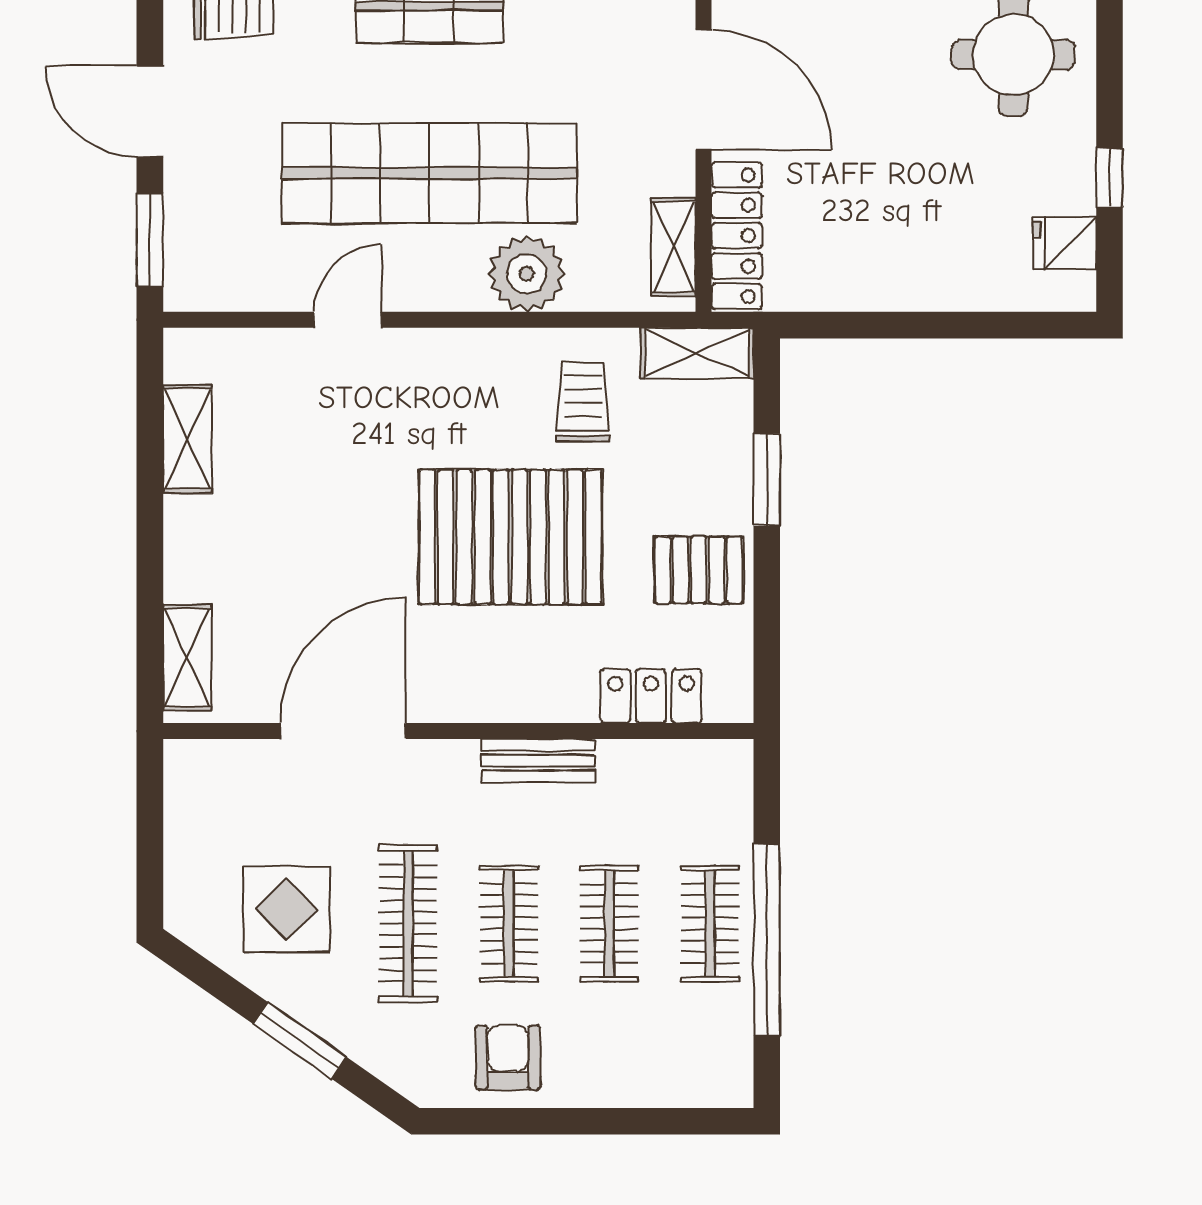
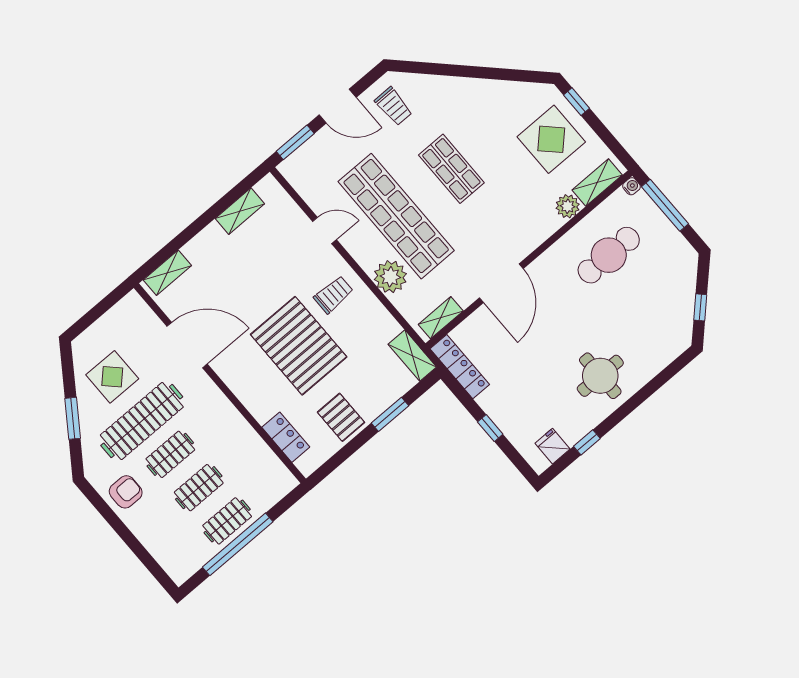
door: (150, 111) -> (338, 106), swing flipped
locker: (737, 236) -> (460, 367), moved, turned -90
window: (940, 325) -> (490, 428), added
trolley: (583, 402) -> (333, 295), moved
bench: (538, 761) -> (232, 418), removed
clothes rail: (408, 924) -> (142, 421), width x1.37, depth x1.31

